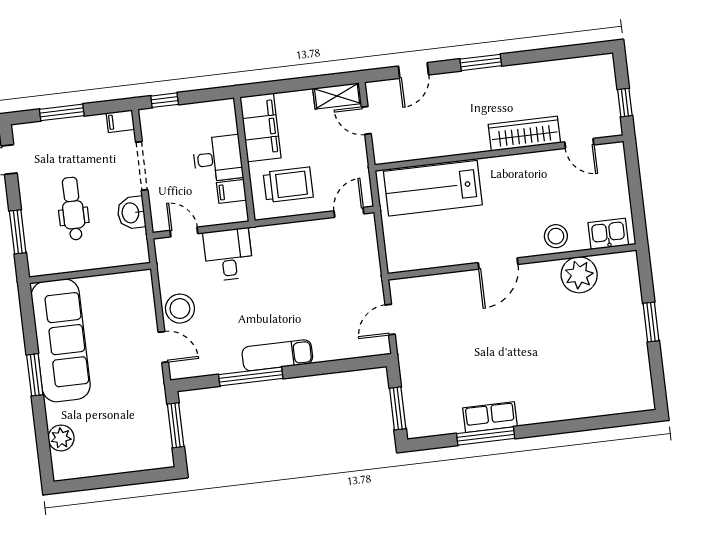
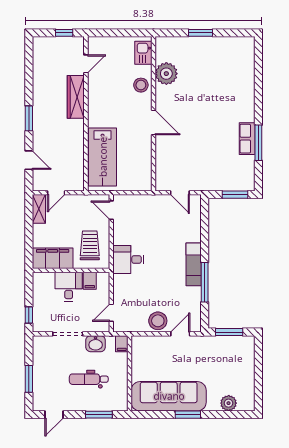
filing cabinet: (120, 121) -> (122, 344), moved
desk: (228, 255) -> (128, 259), moved

